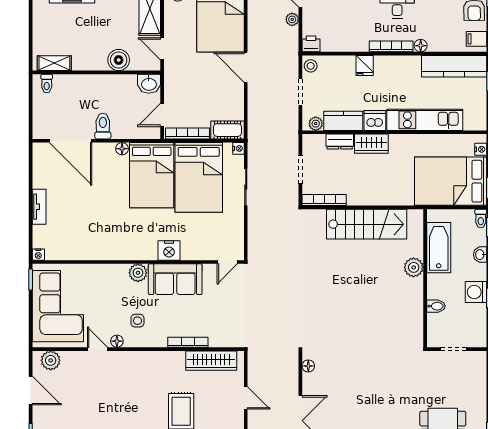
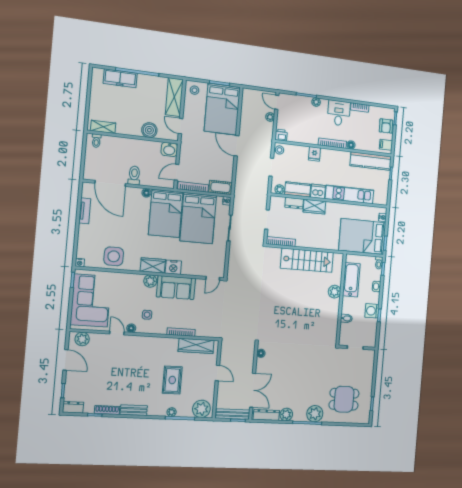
tv unit: (39, 207) -> (85, 211), moved
side table: (84, 242) -> (114, 256), added
wardrobe: (140, 250) -> (153, 265), added

